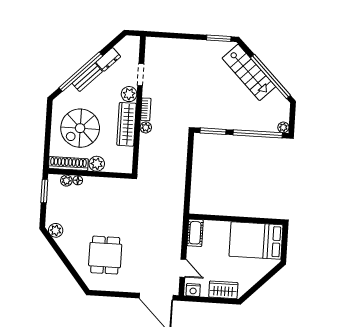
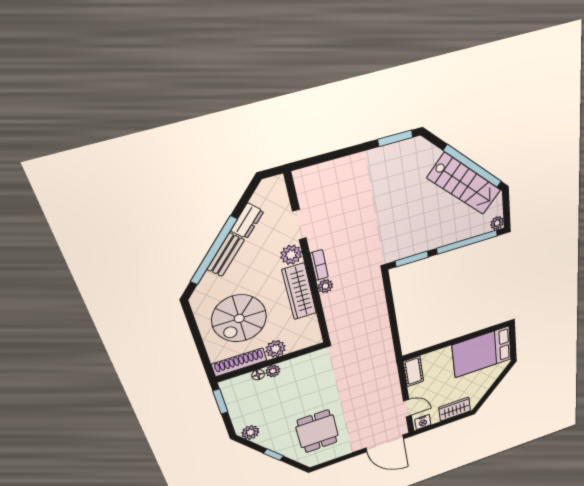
stairs: (249, 72) -> (464, 184), moved
plant: (66, 181) -> (273, 371), moved
window: (66, 261) -> (273, 455), added

